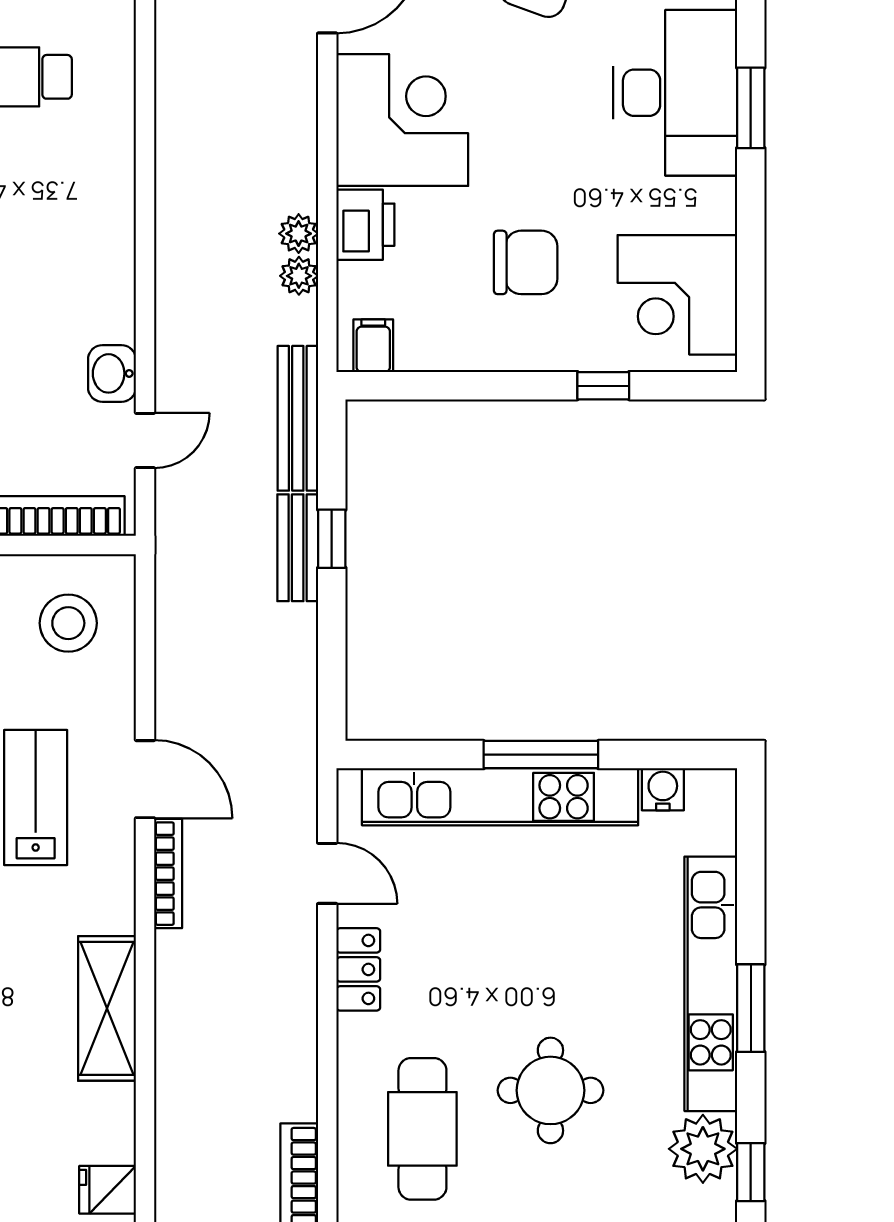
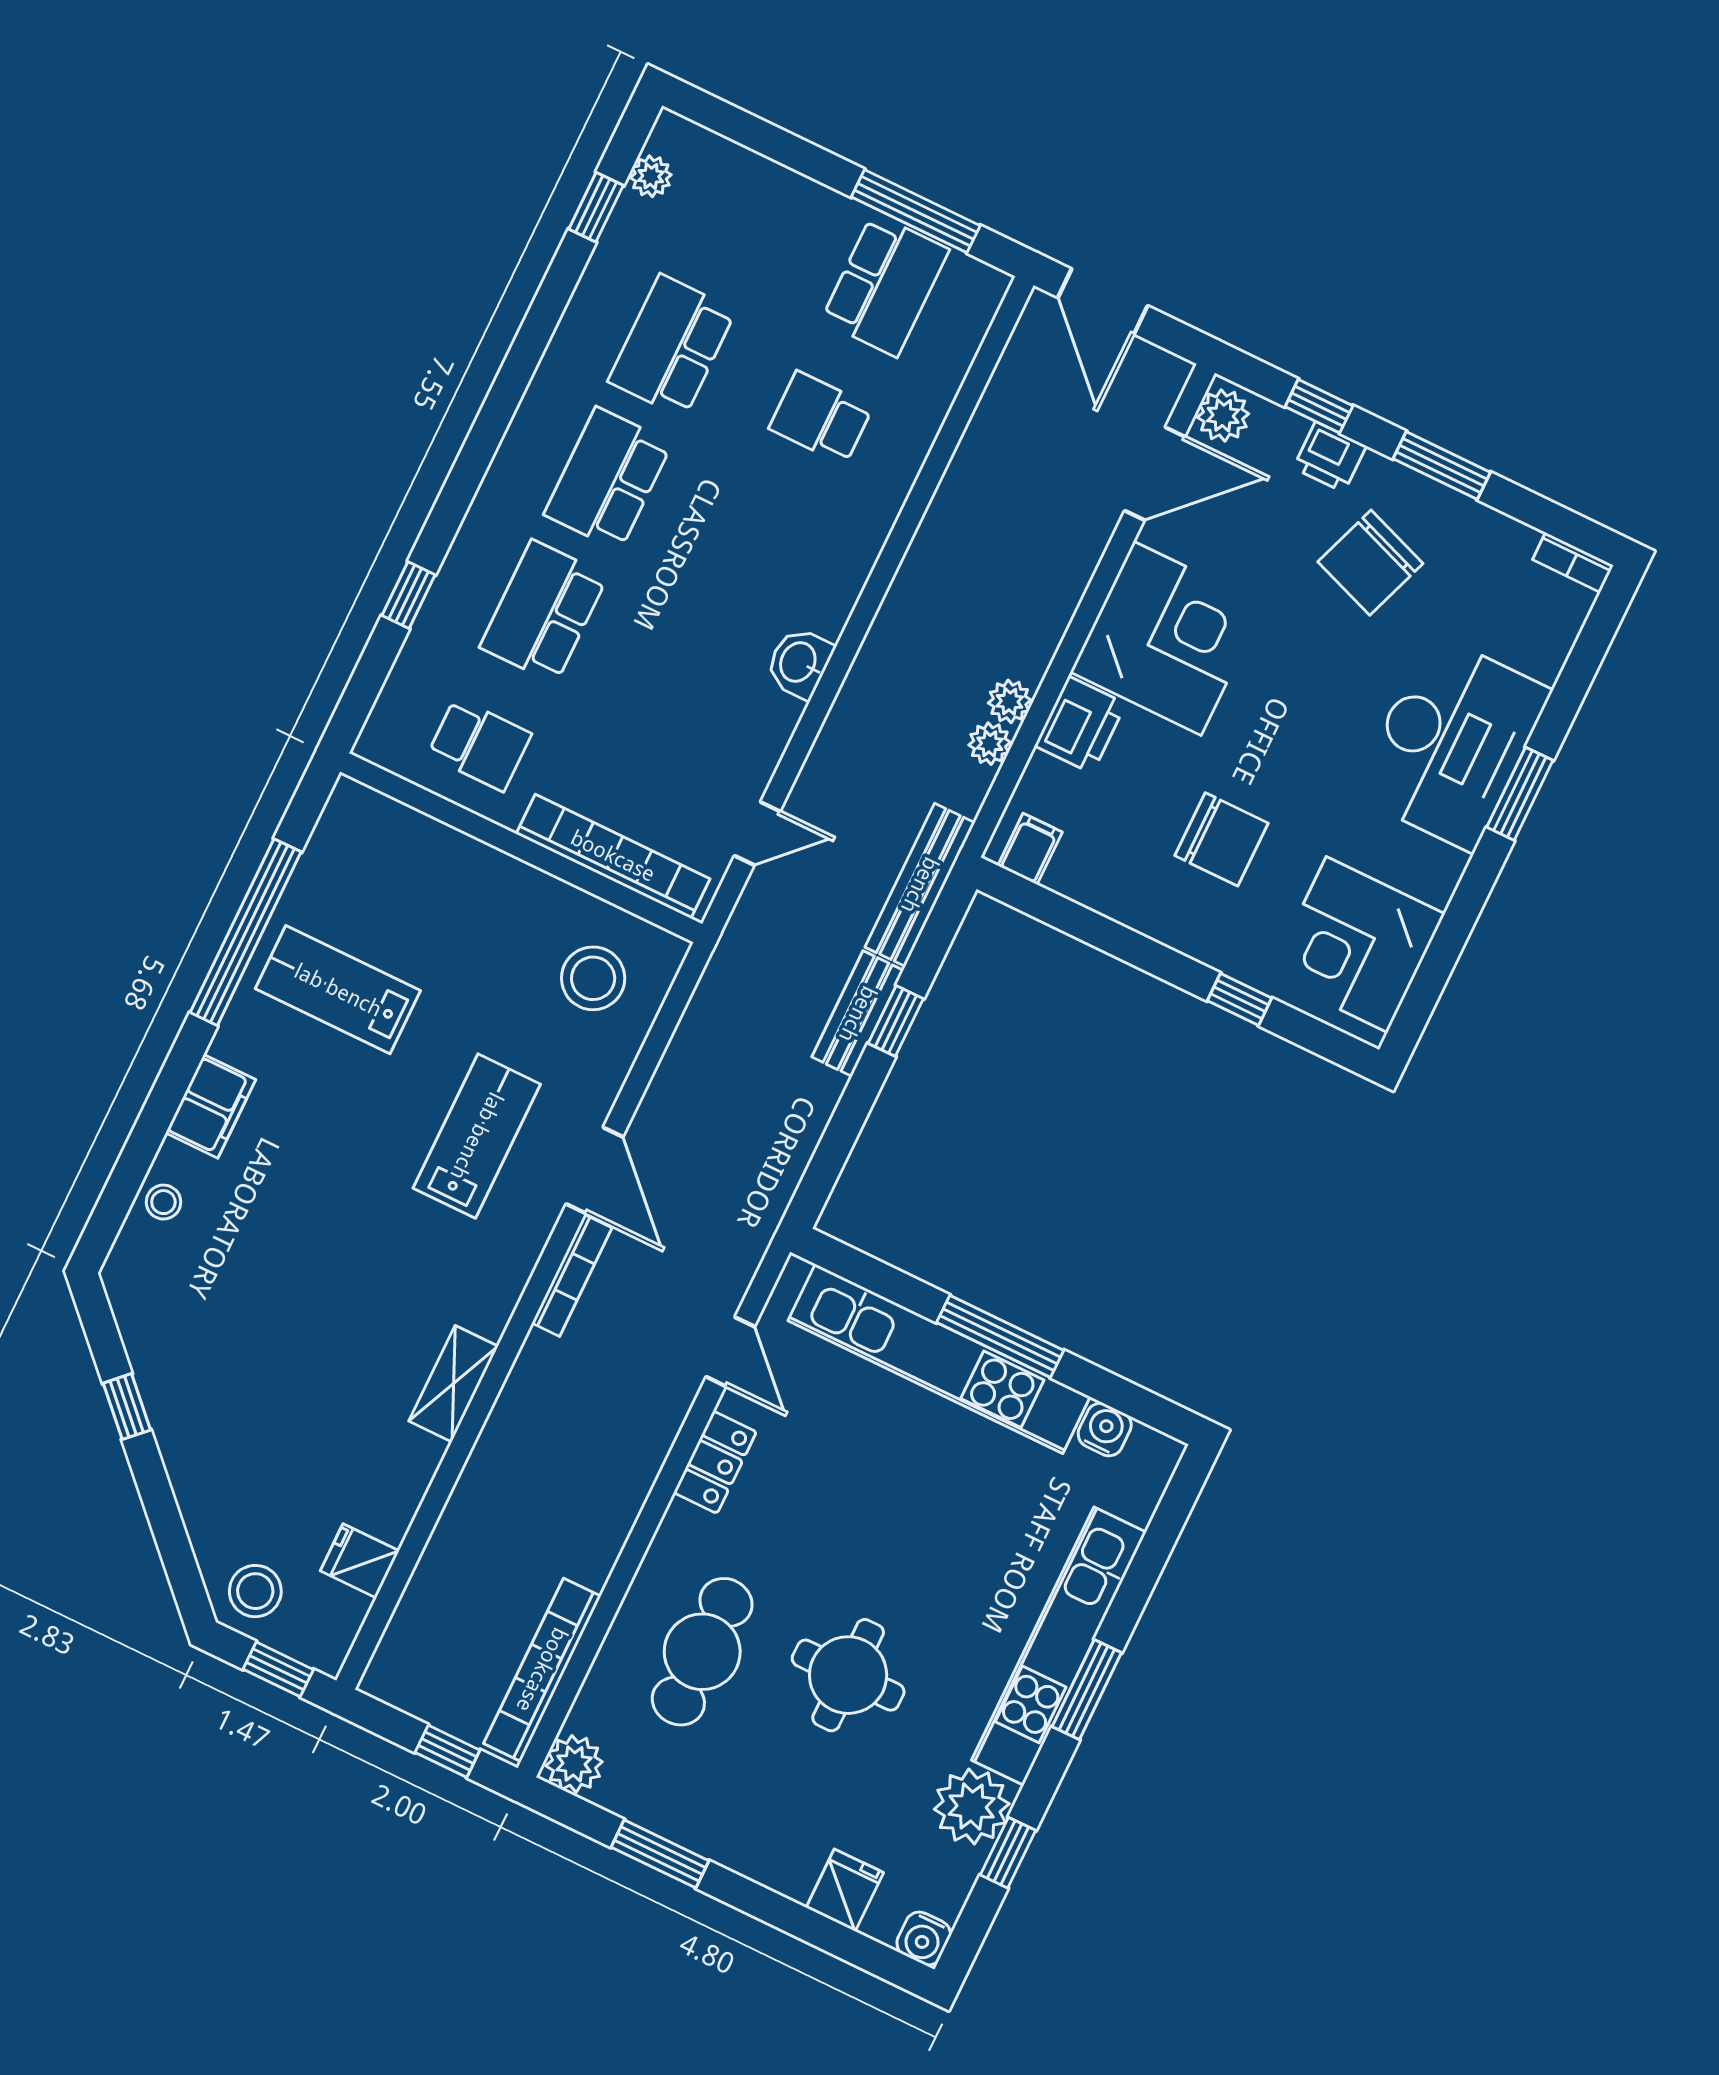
washbasin: (112, 373) -> (799, 663), moved
shelving: (107, 1008) -> (453, 1384), width x0.67, depth x0.75

